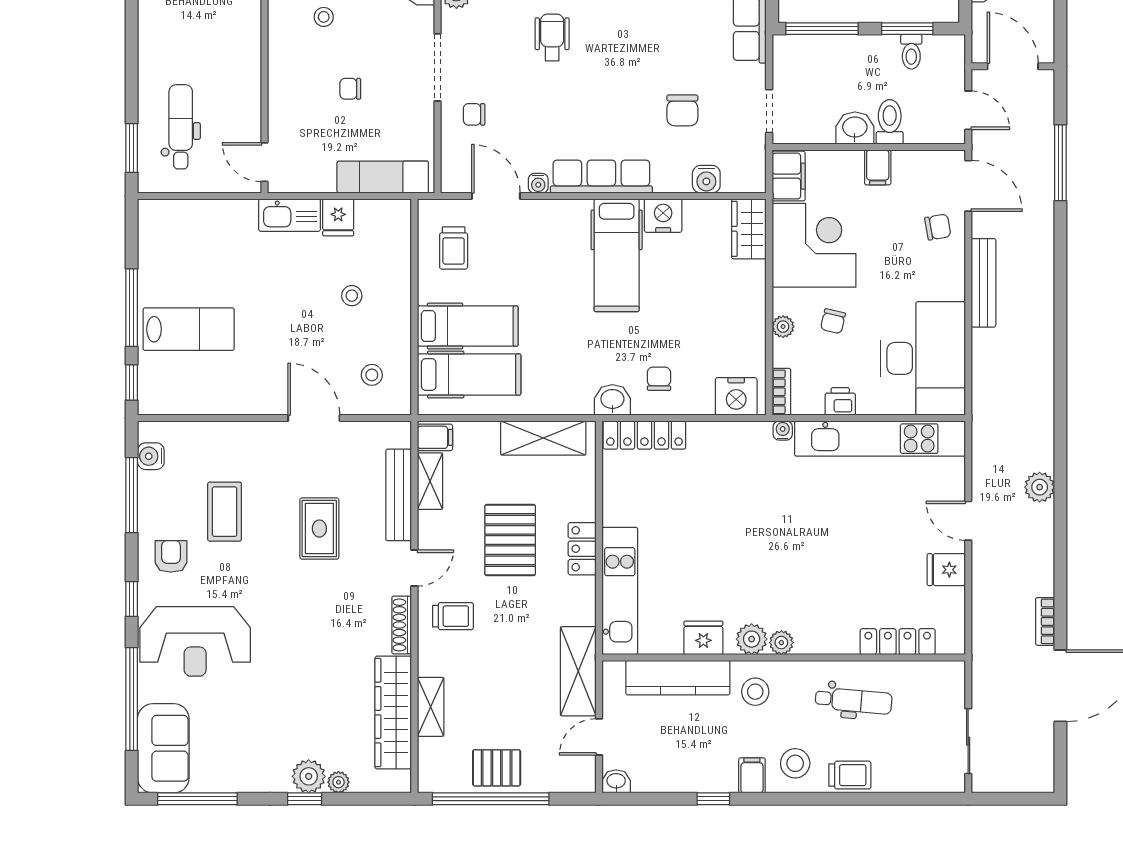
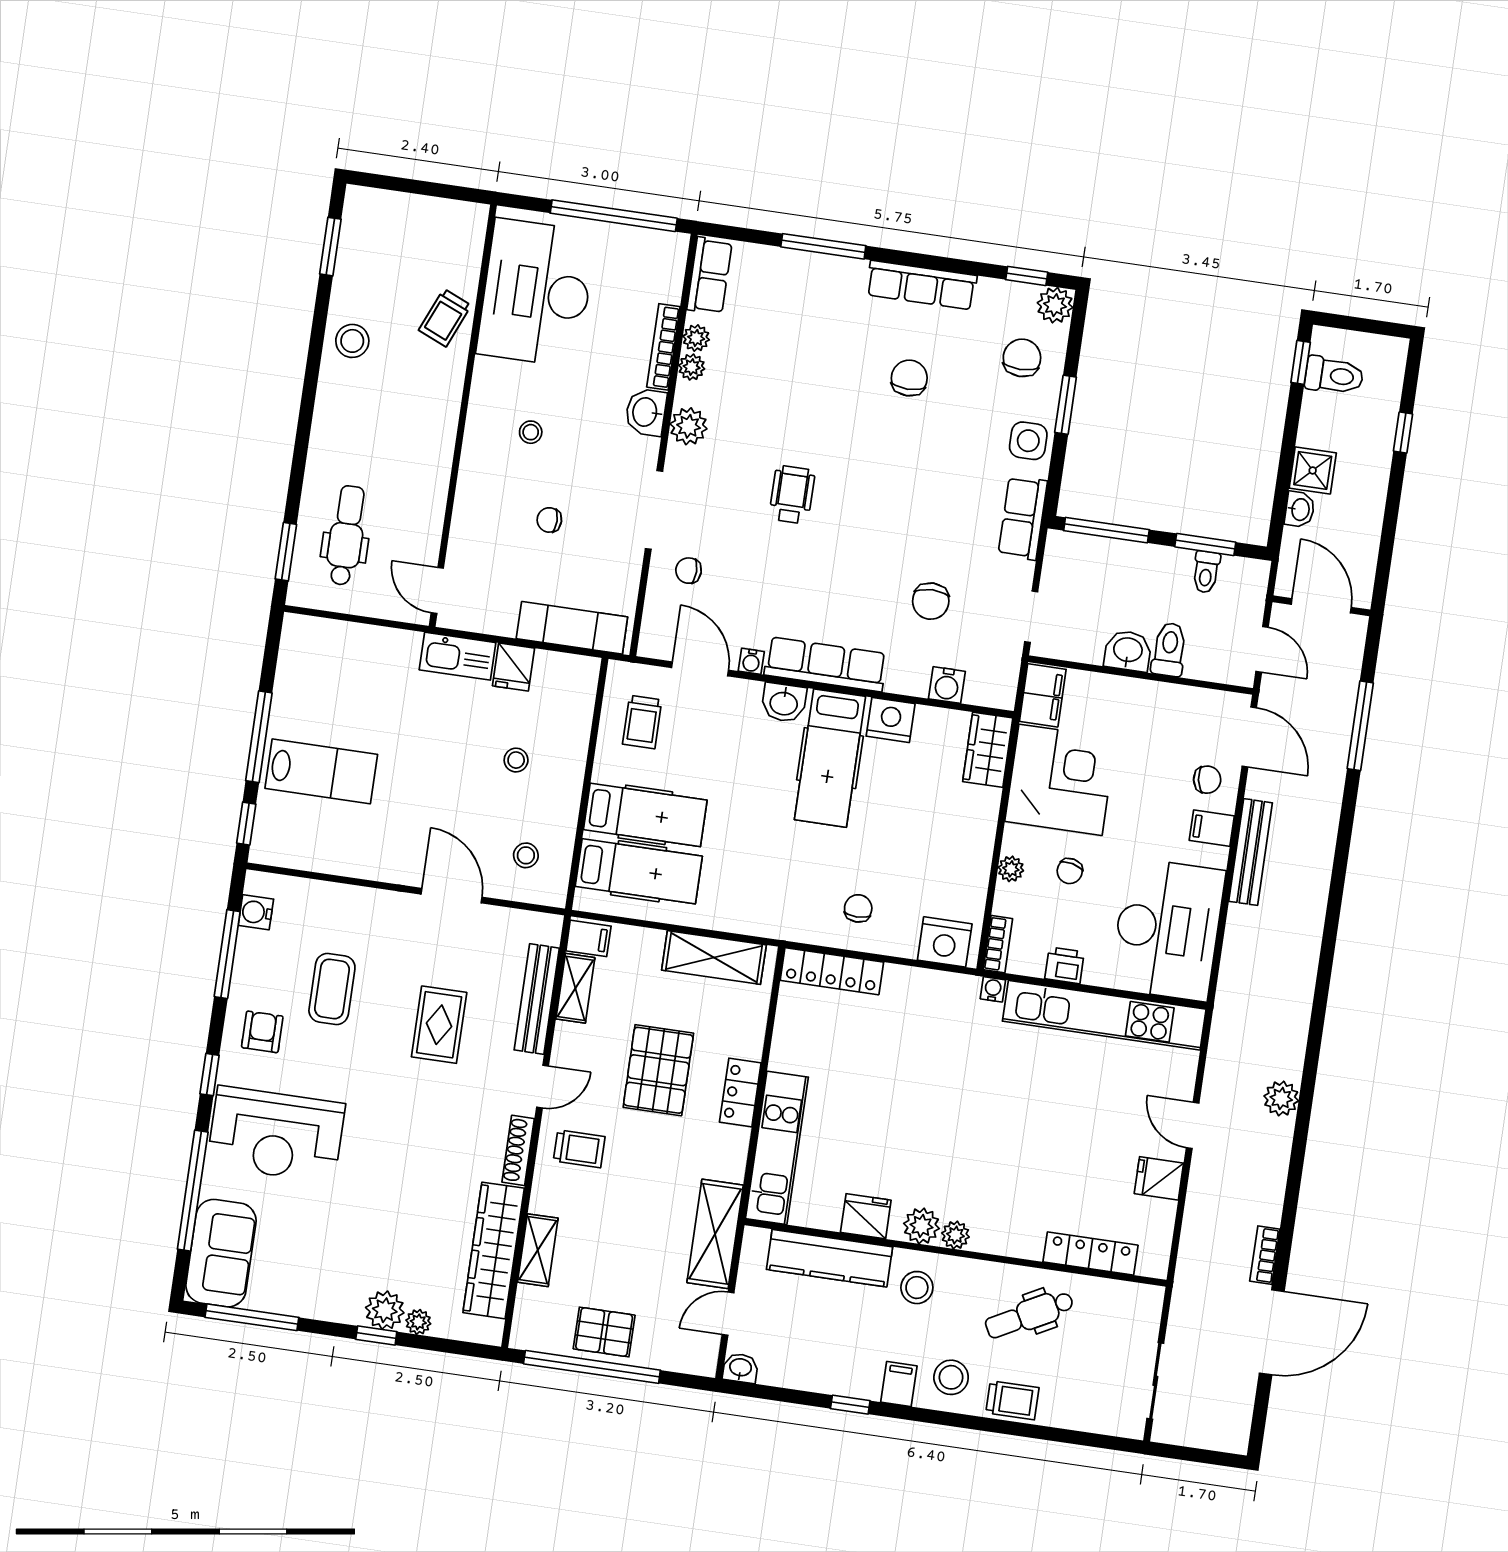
filing cabinet: (878, 167) -> (1212, 828), moved, turned 90
washbasin: (612, 400) -> (784, 703), moved, turned 180
dental chair: (854, 701) -> (1029, 1315), turned 147

